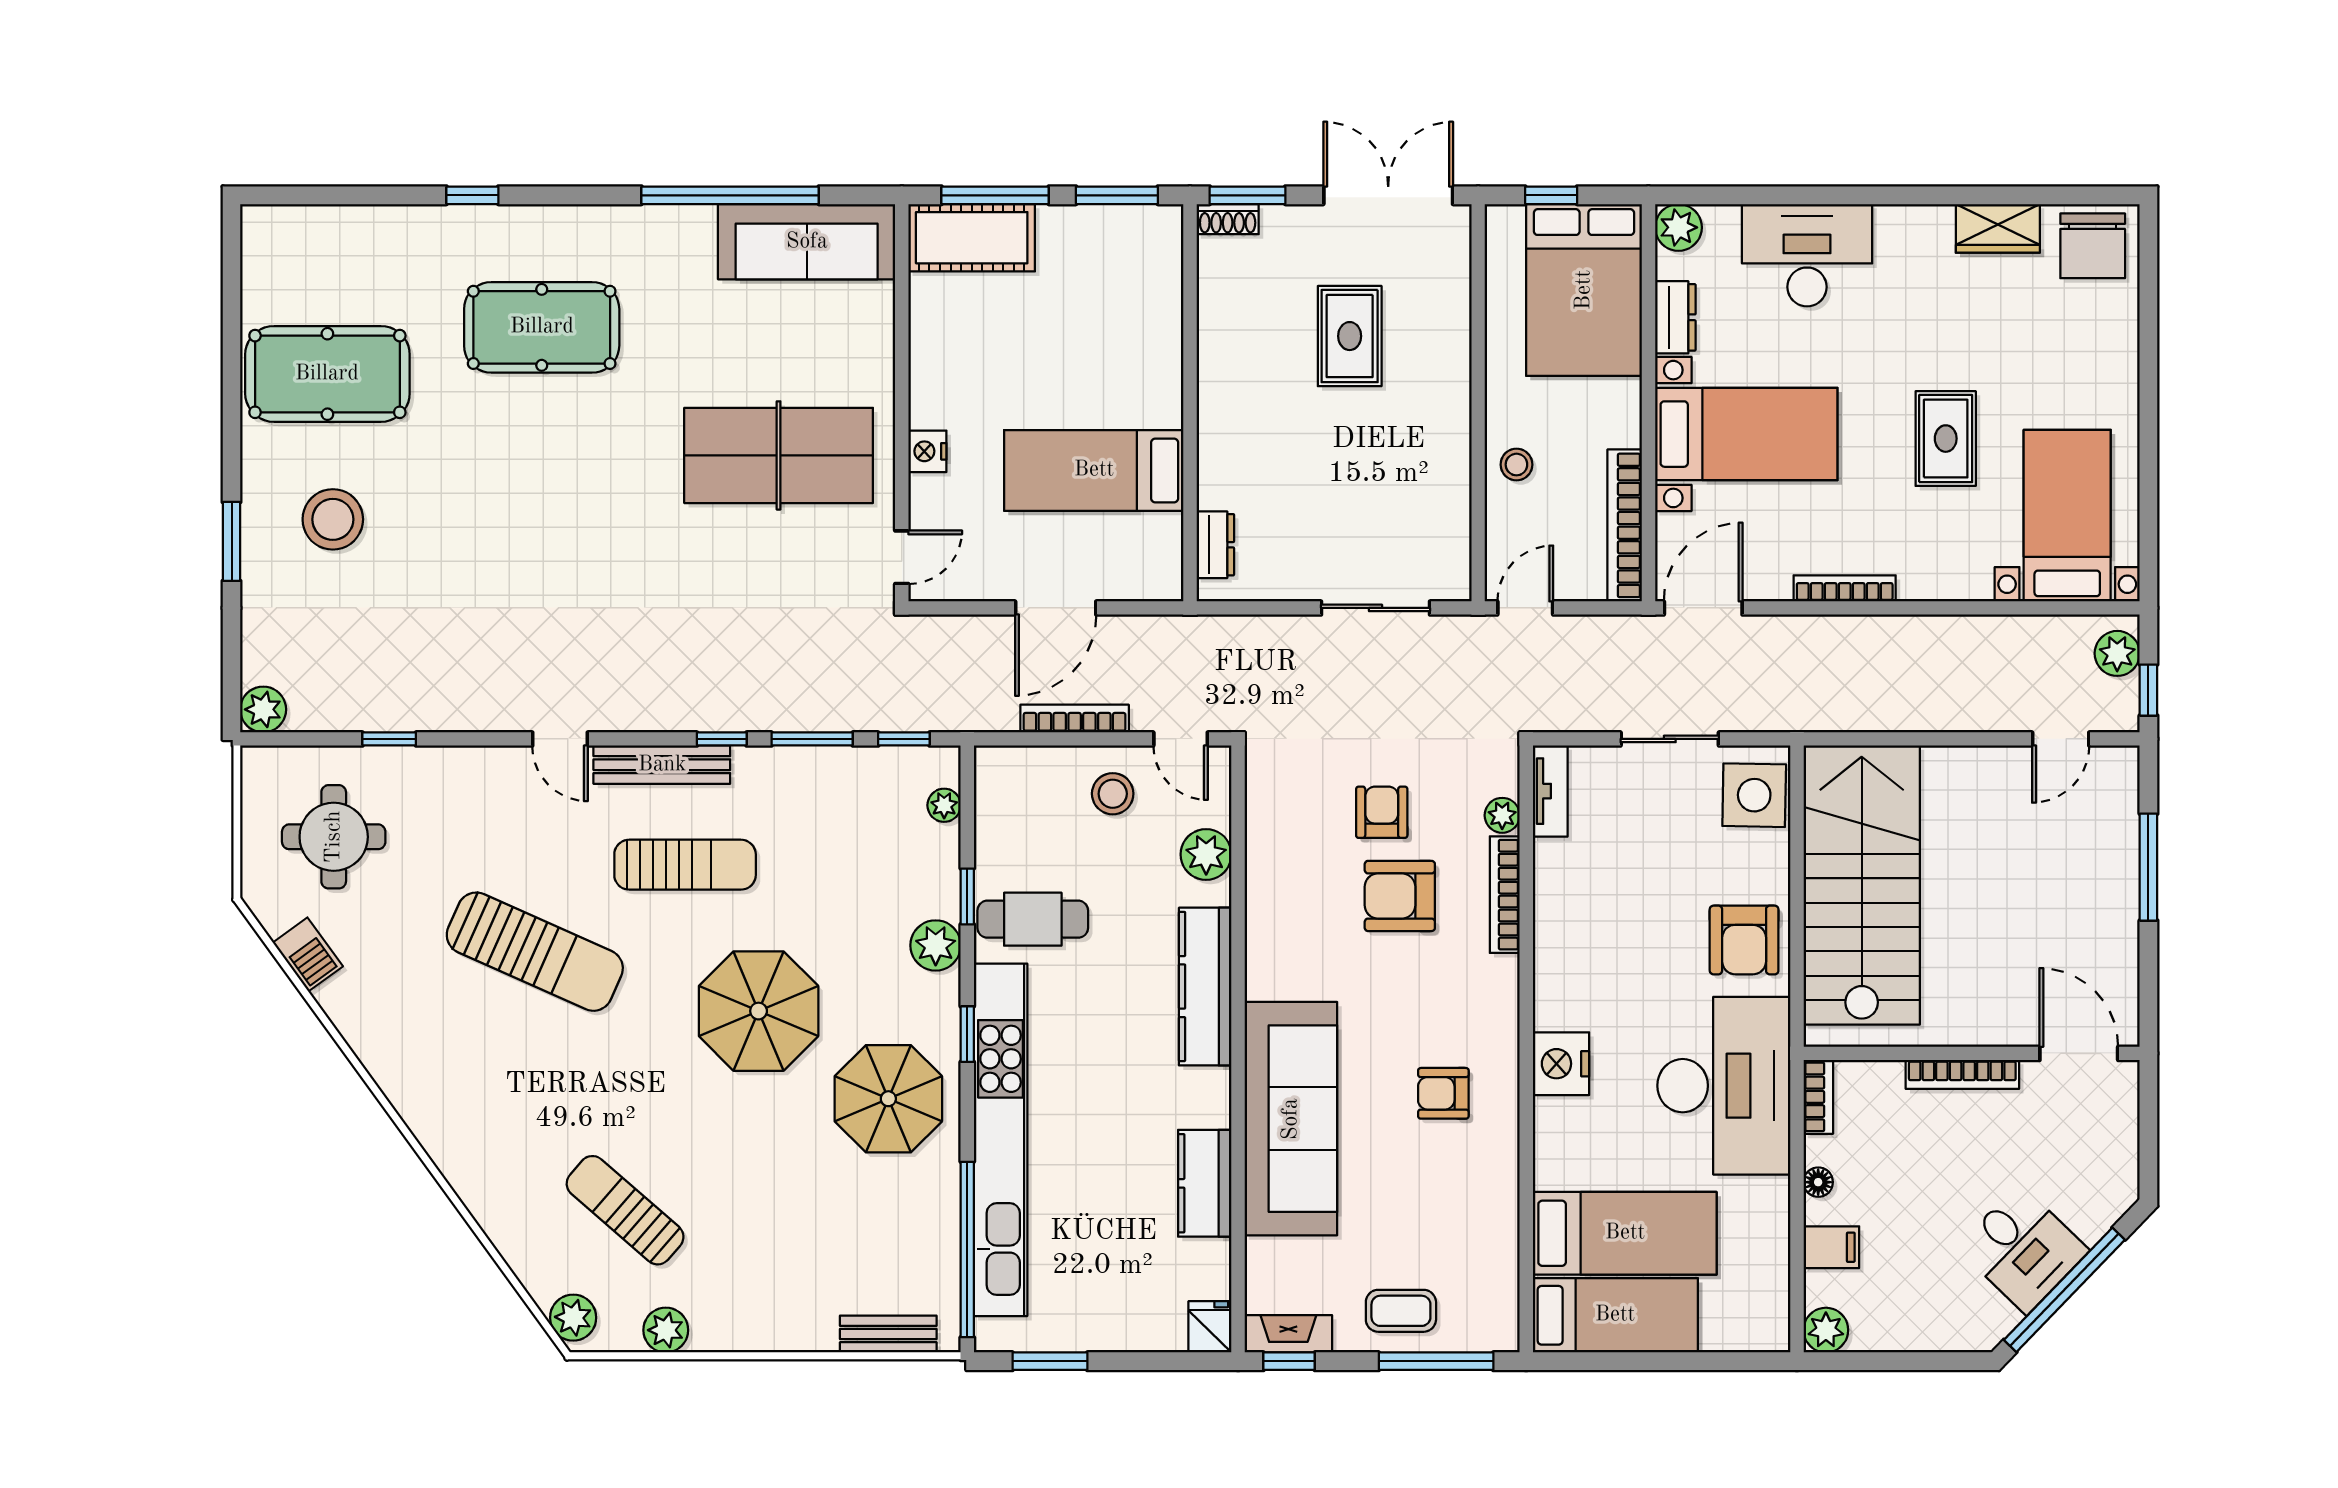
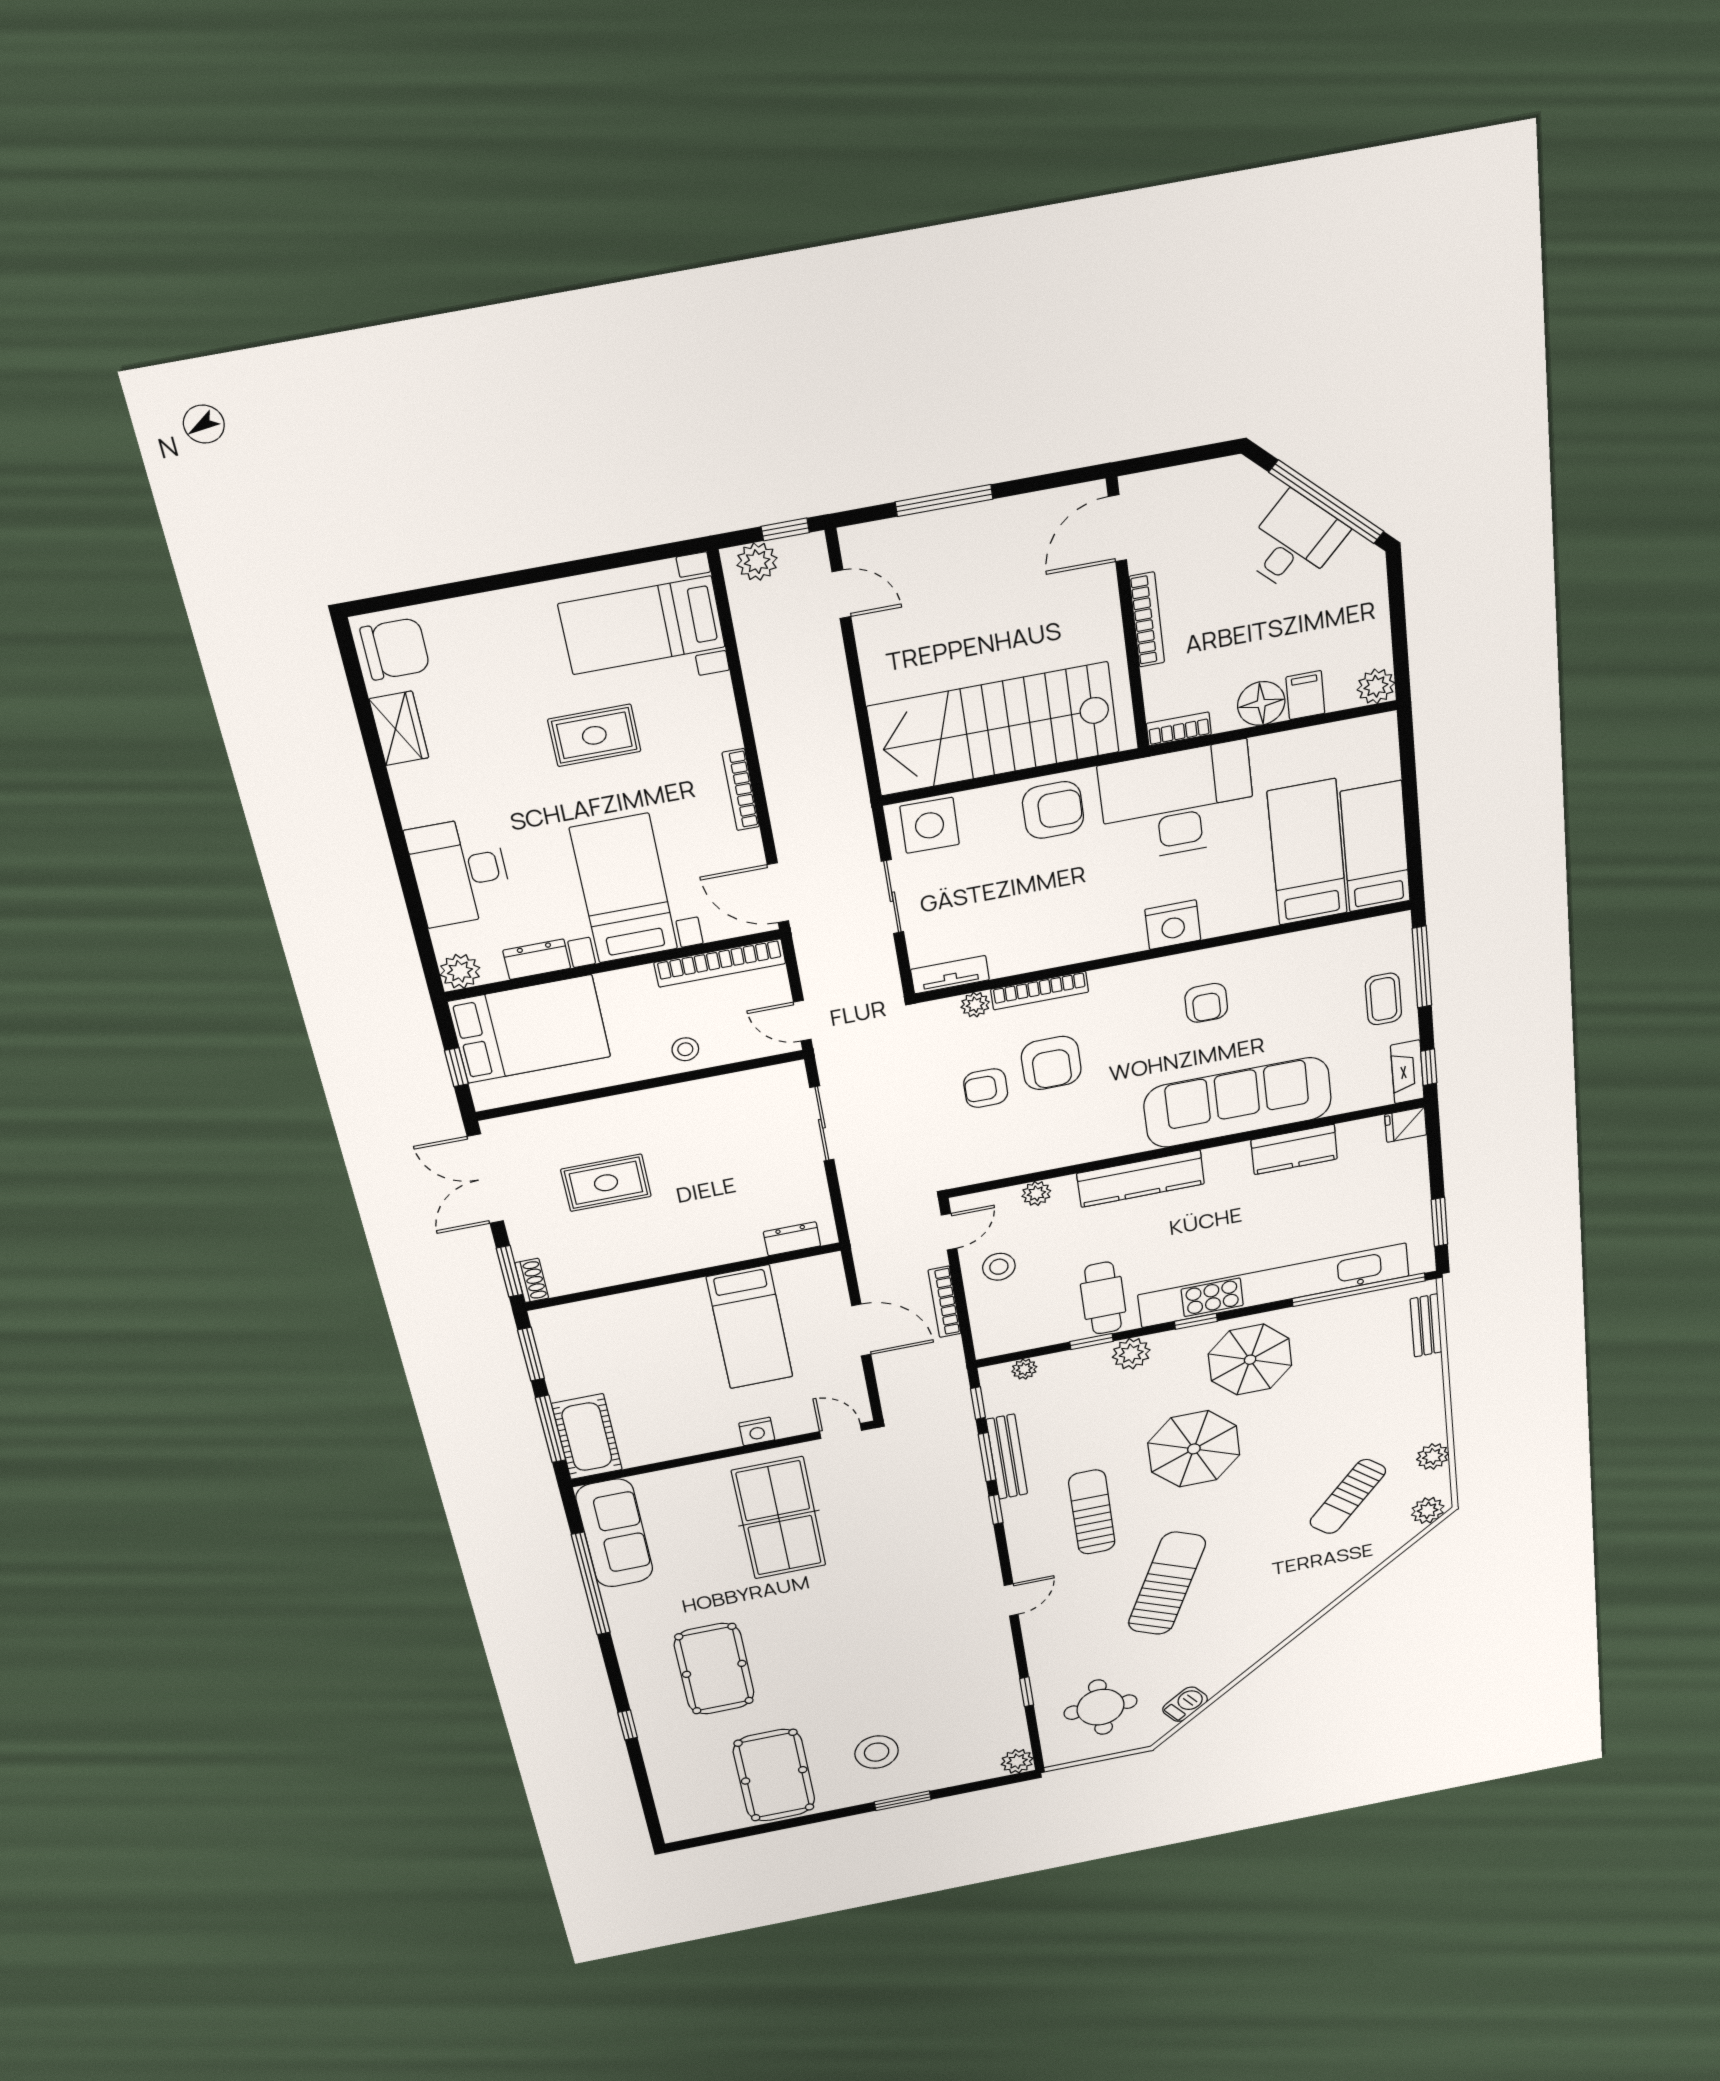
bench: (662, 765) -> (1007, 1457), moved
plant: (1206, 854) -> (1036, 1193), width x0.73, depth x0.73
floor lamp: (1818, 1182) -> (1261, 703), width x1.89, depth x1.89

